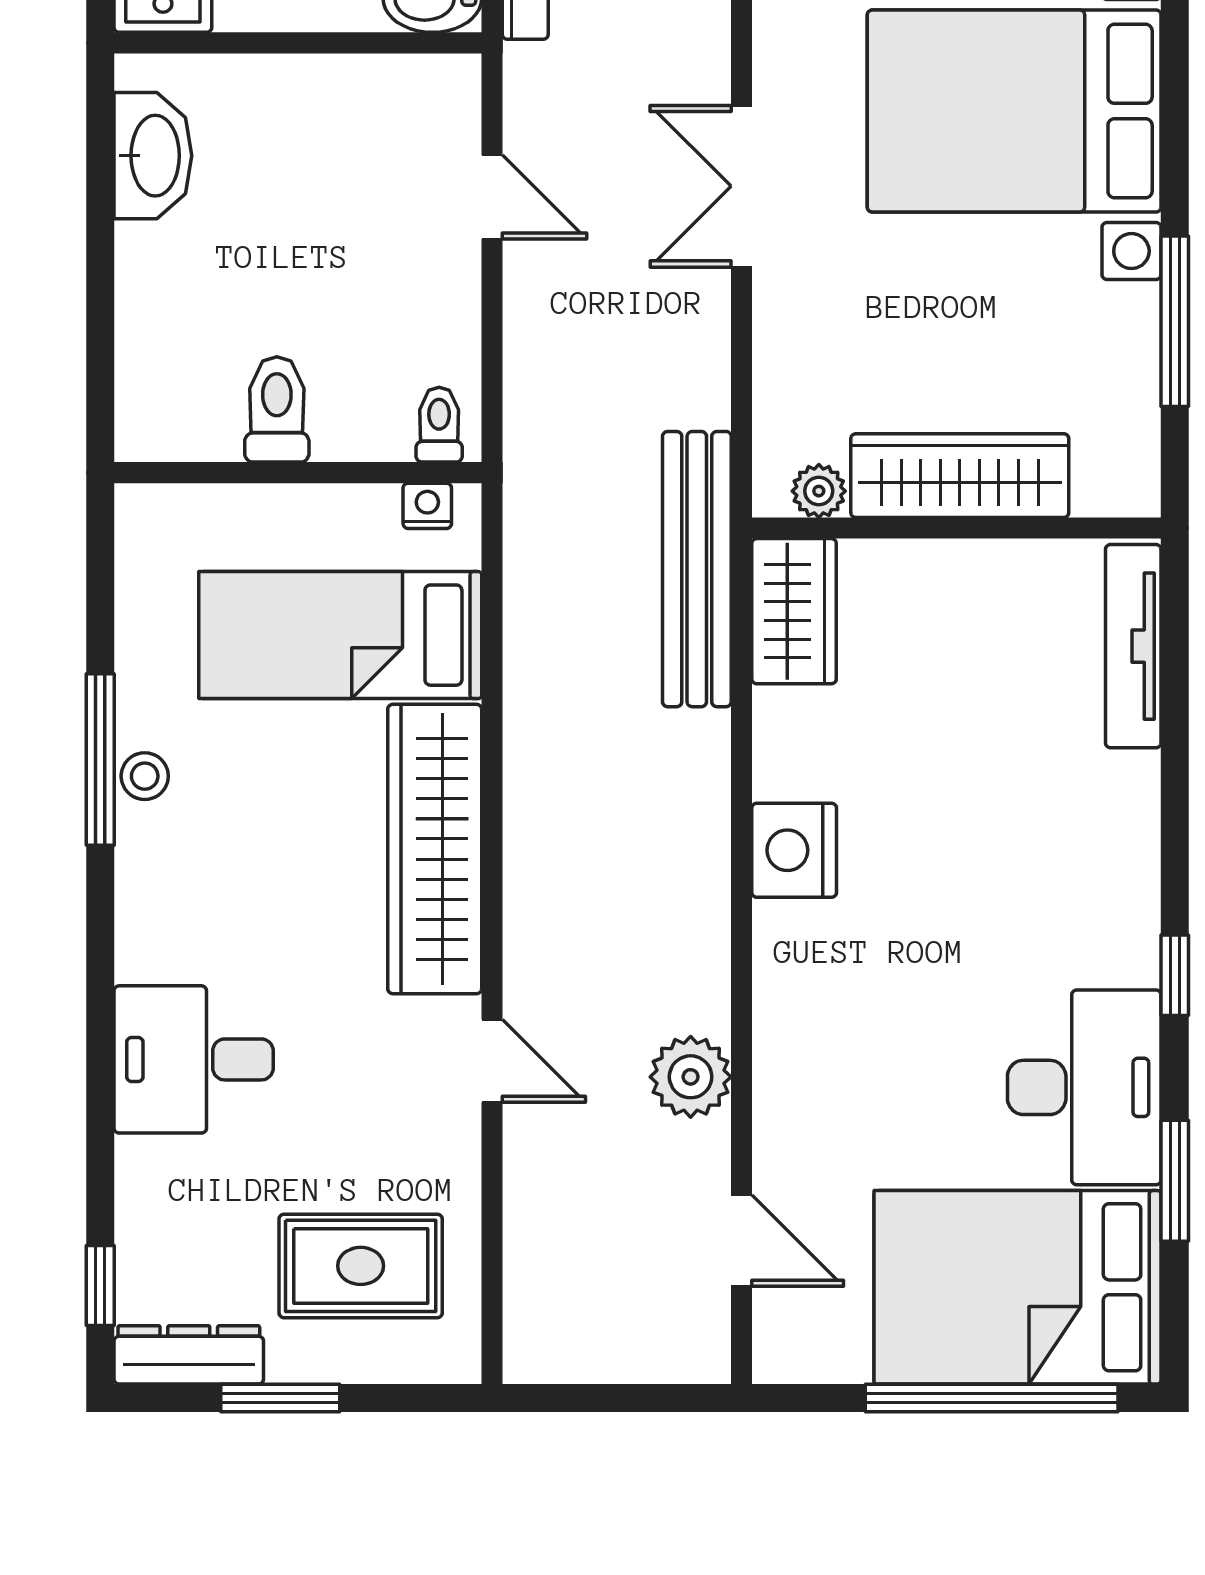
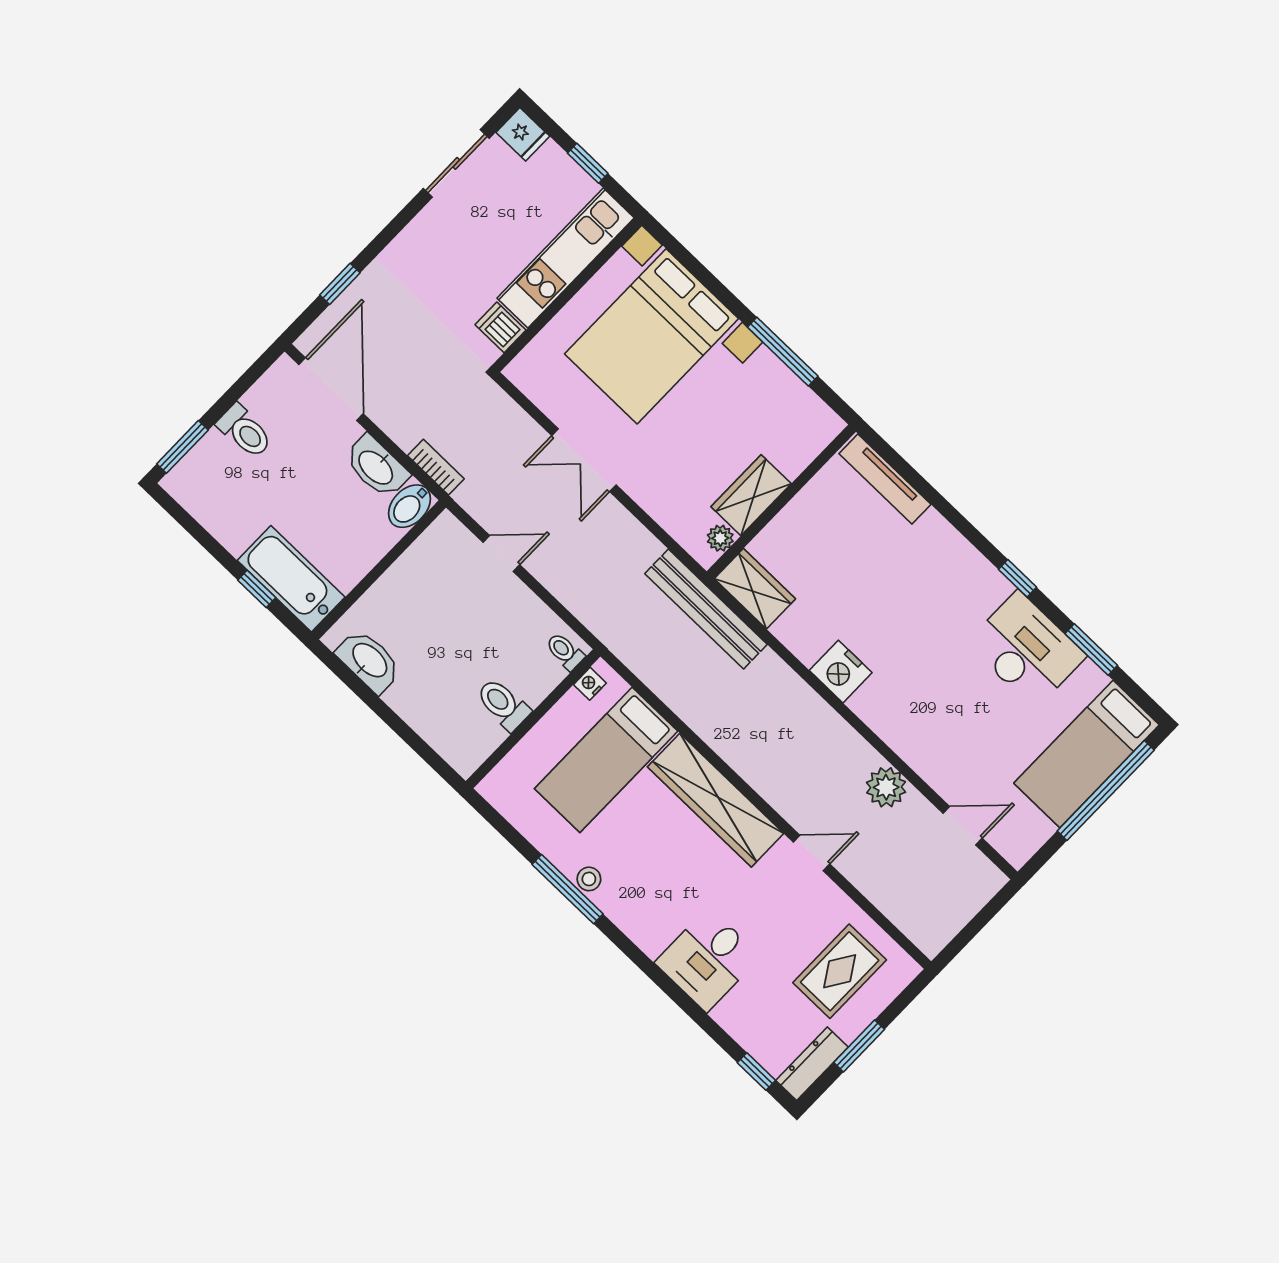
wardrobe: (960, 476) -> (751, 495), width x0.67
bed: (1017, 1287) -> (1087, 754), width x0.67

